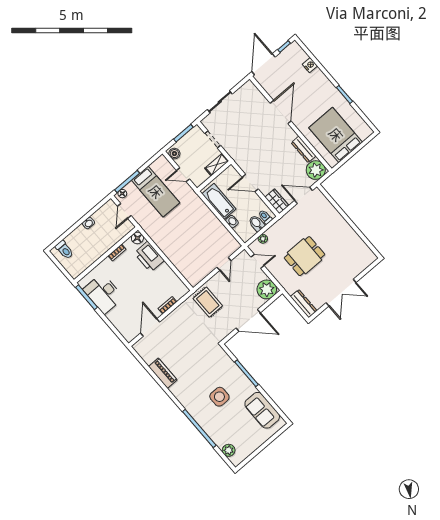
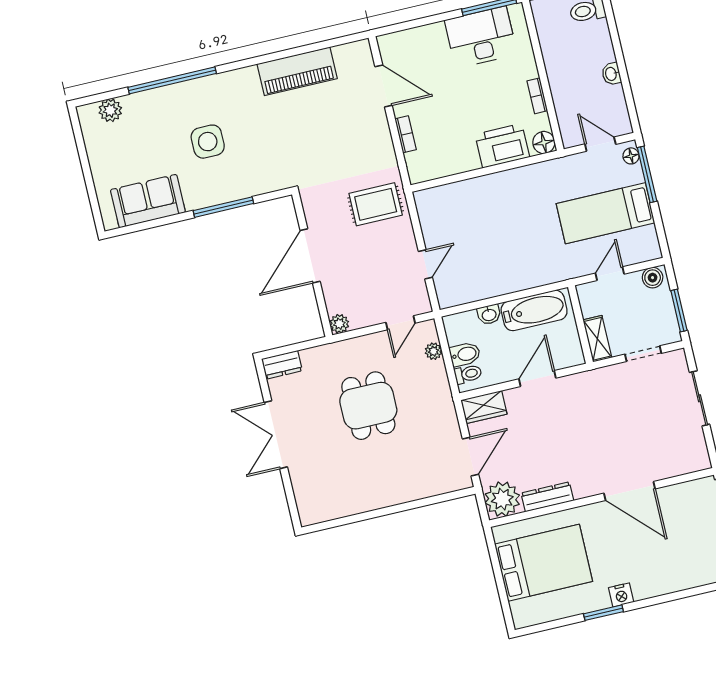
nightstand: (310, 65) -> (621, 595), moved
door: (224, 264) -> (425, 264), swing flipped
plant: (267, 289) -> (339, 324), width x0.53, depth x0.53
dresser: (304, 304) -> (282, 365), width x0.70
piano: (163, 373) -> (297, 71), width x1.37, depth x1.33

